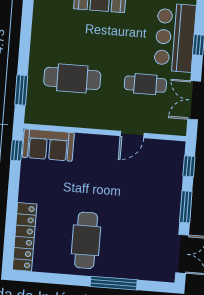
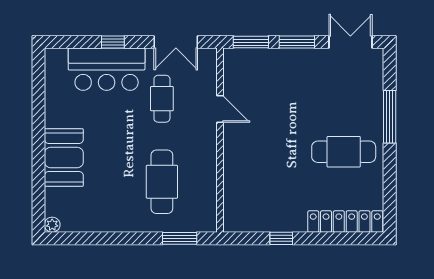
sofa: (48, 145) -> (239, 203), removed
window: (16, 150) -> (281, 238), moved
window: (189, 166) -> (251, 42), width x1.50

